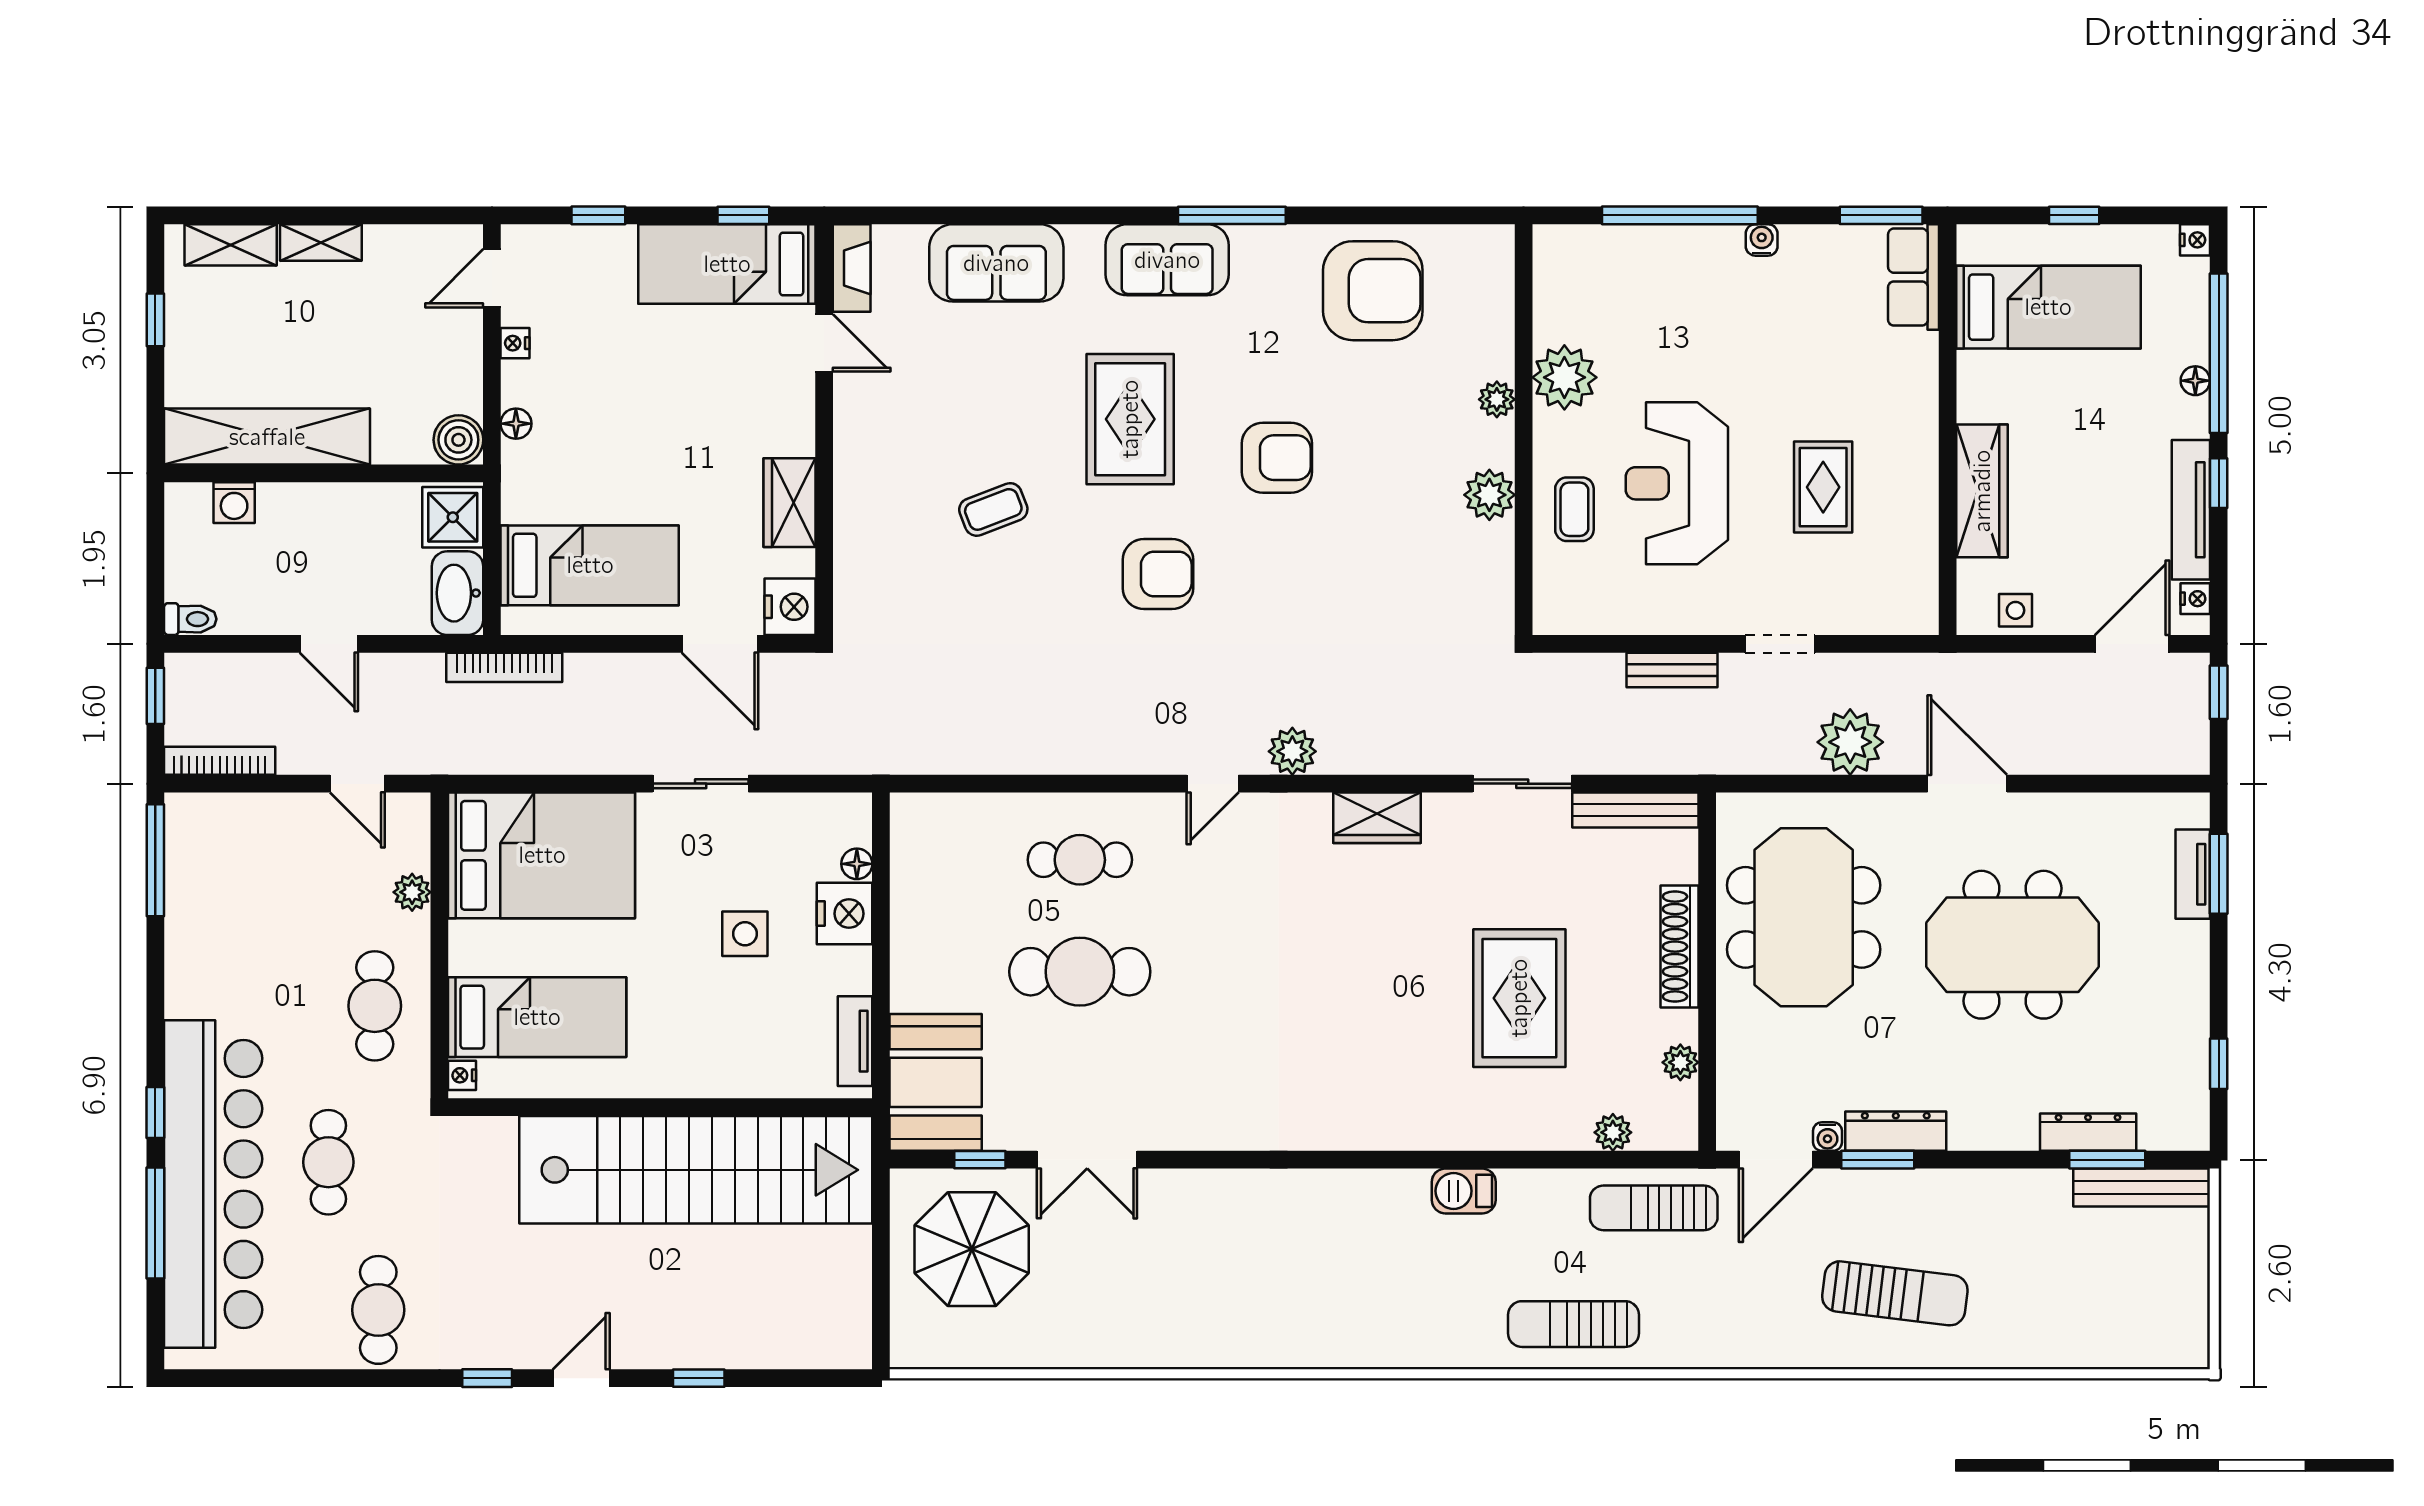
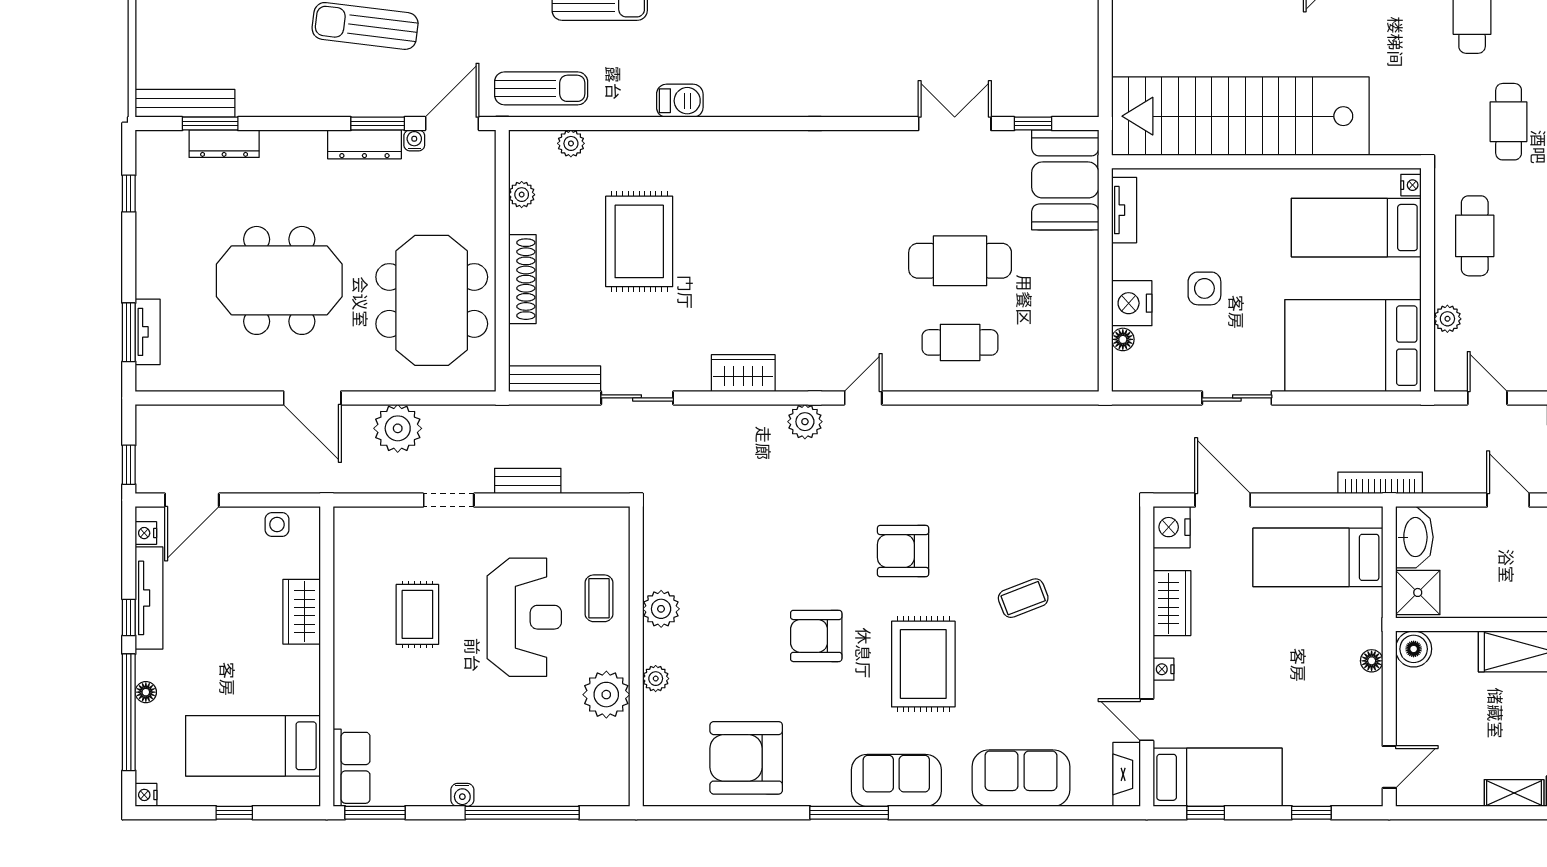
nightstand: (515, 343) -> (1163, 669), moved, turned 180
wardrobe: (1982, 491) -> (302, 612), width x0.67
parasol: (972, 1249) -> (1039, 58), removed

